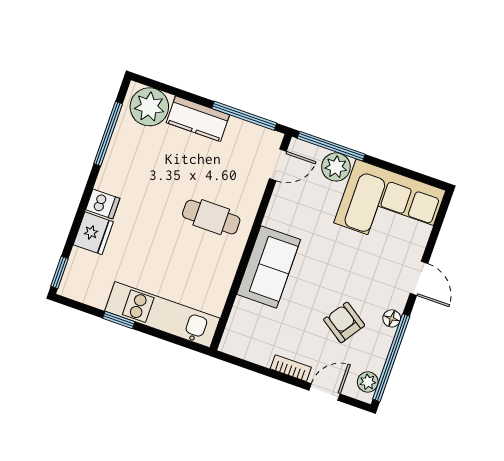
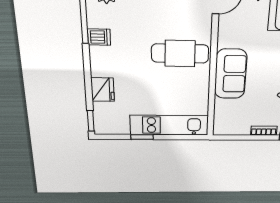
dishwasher: (103, 204) -> (99, 37), moved
cafe table: (211, 217) -> (180, 53), width x1.37, depth x1.35

